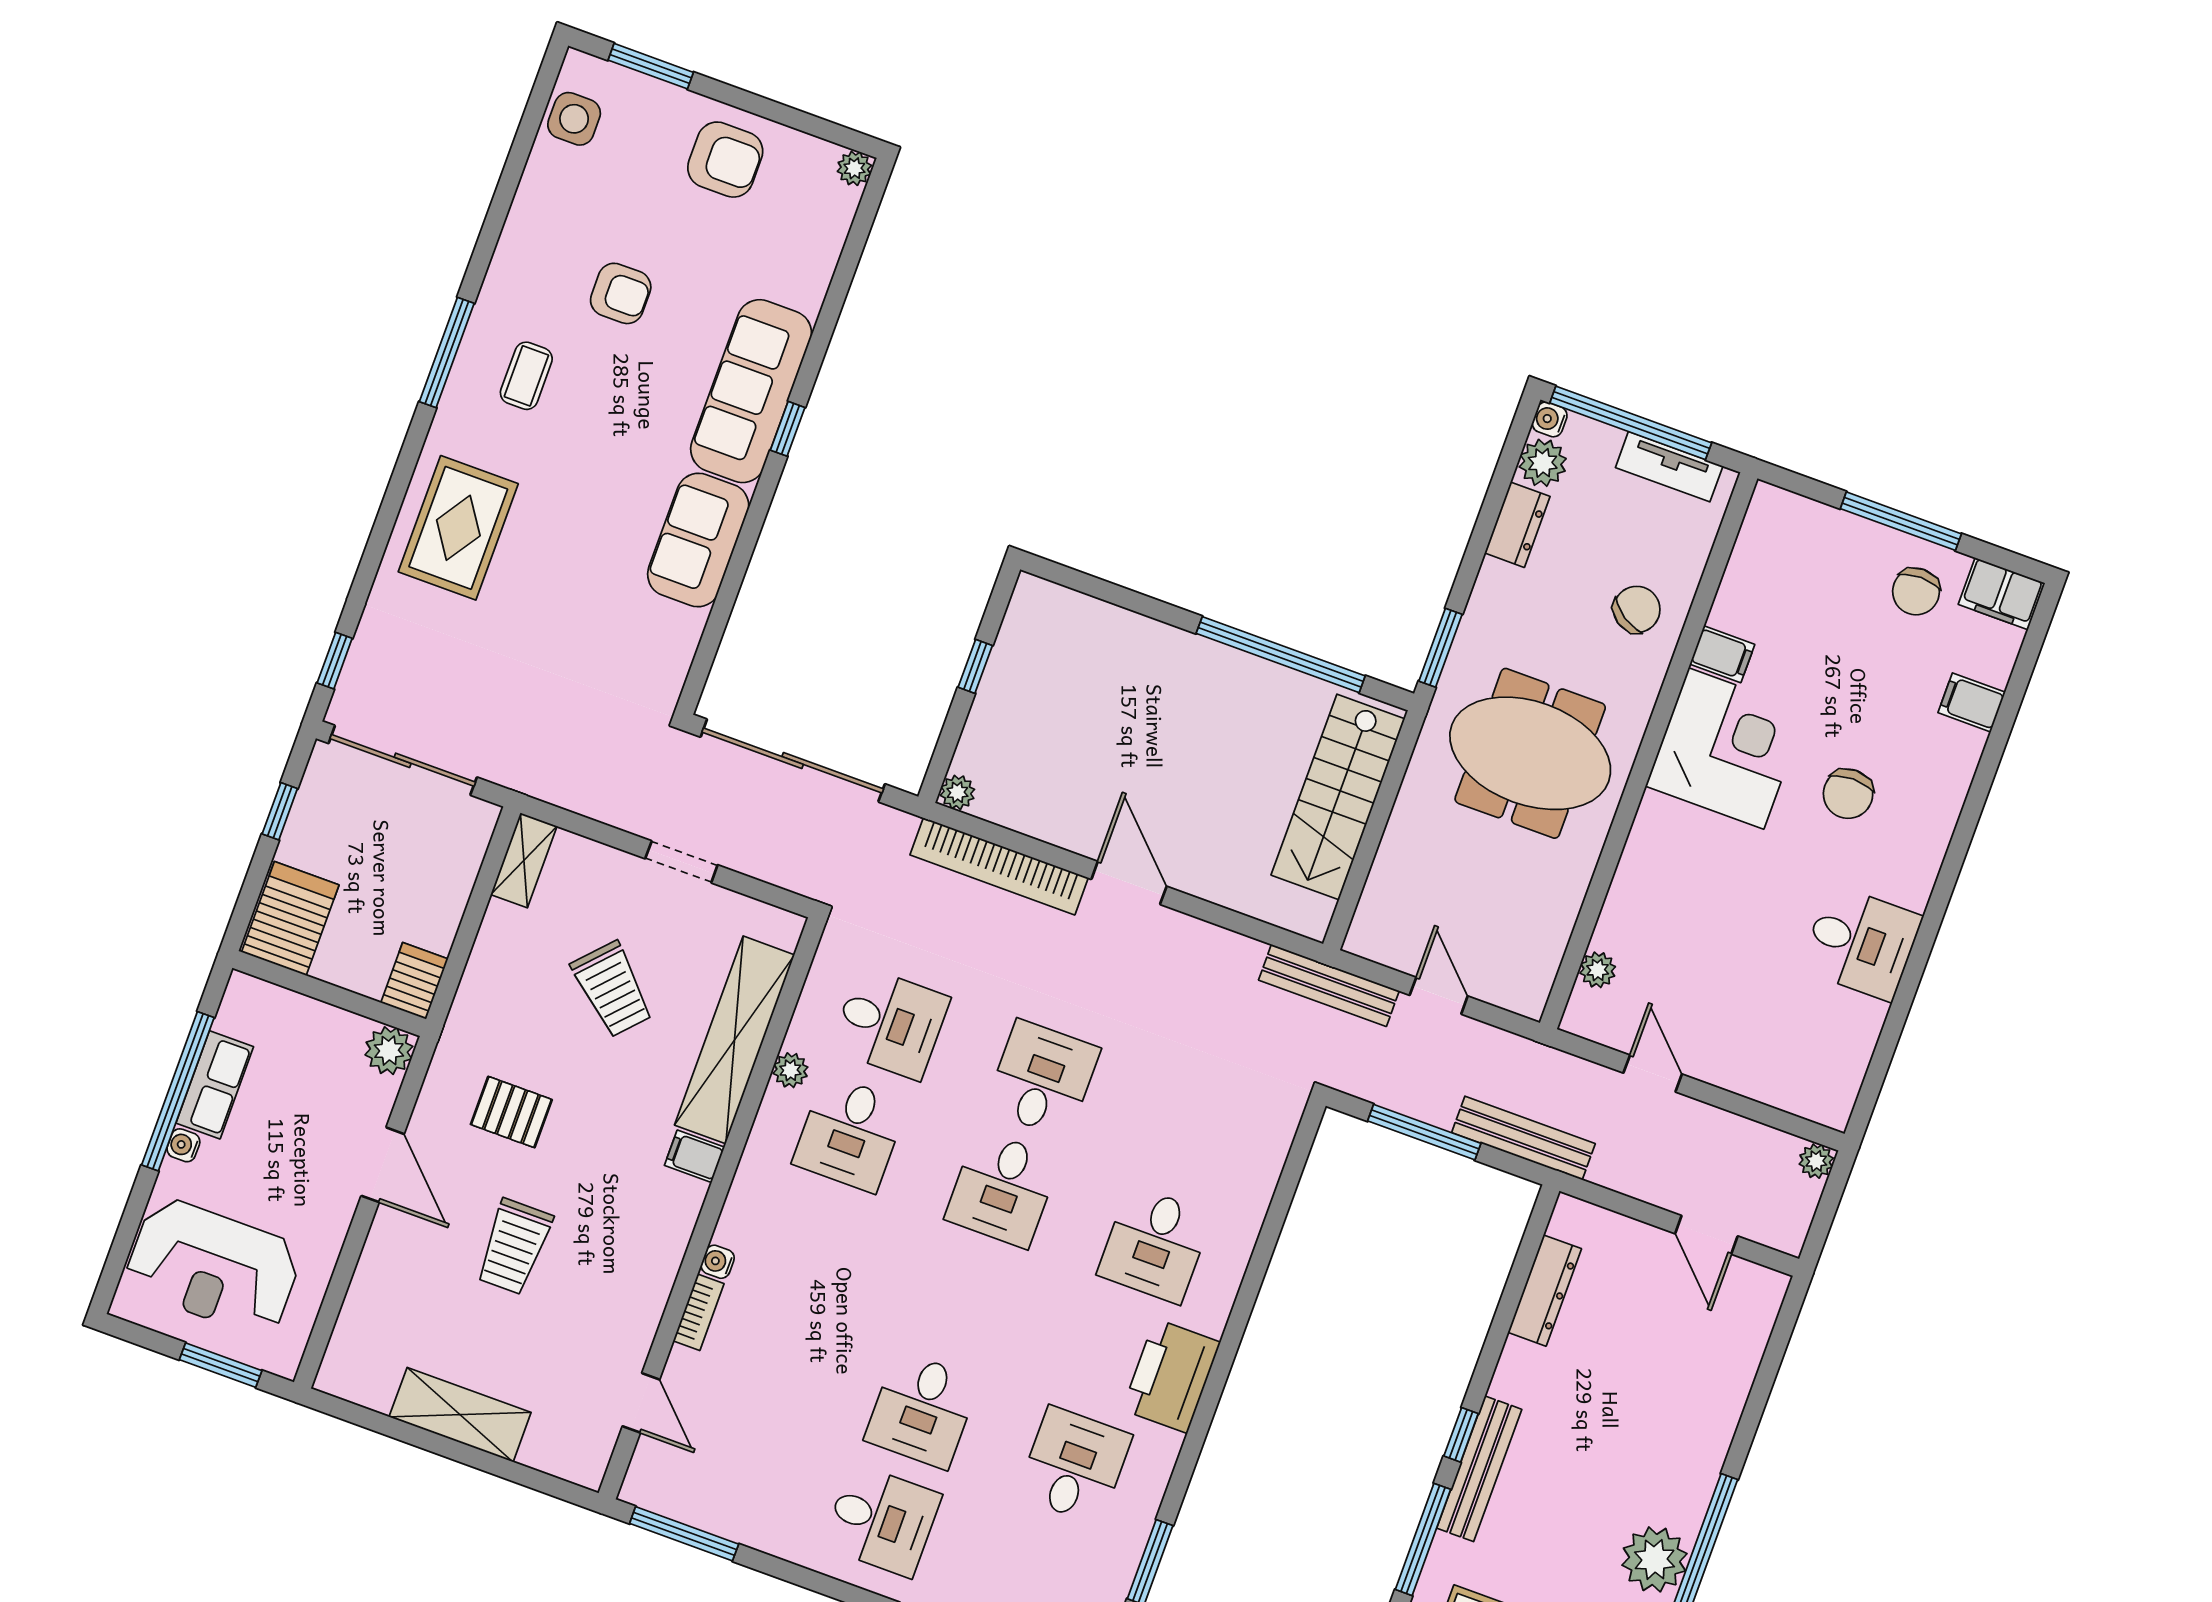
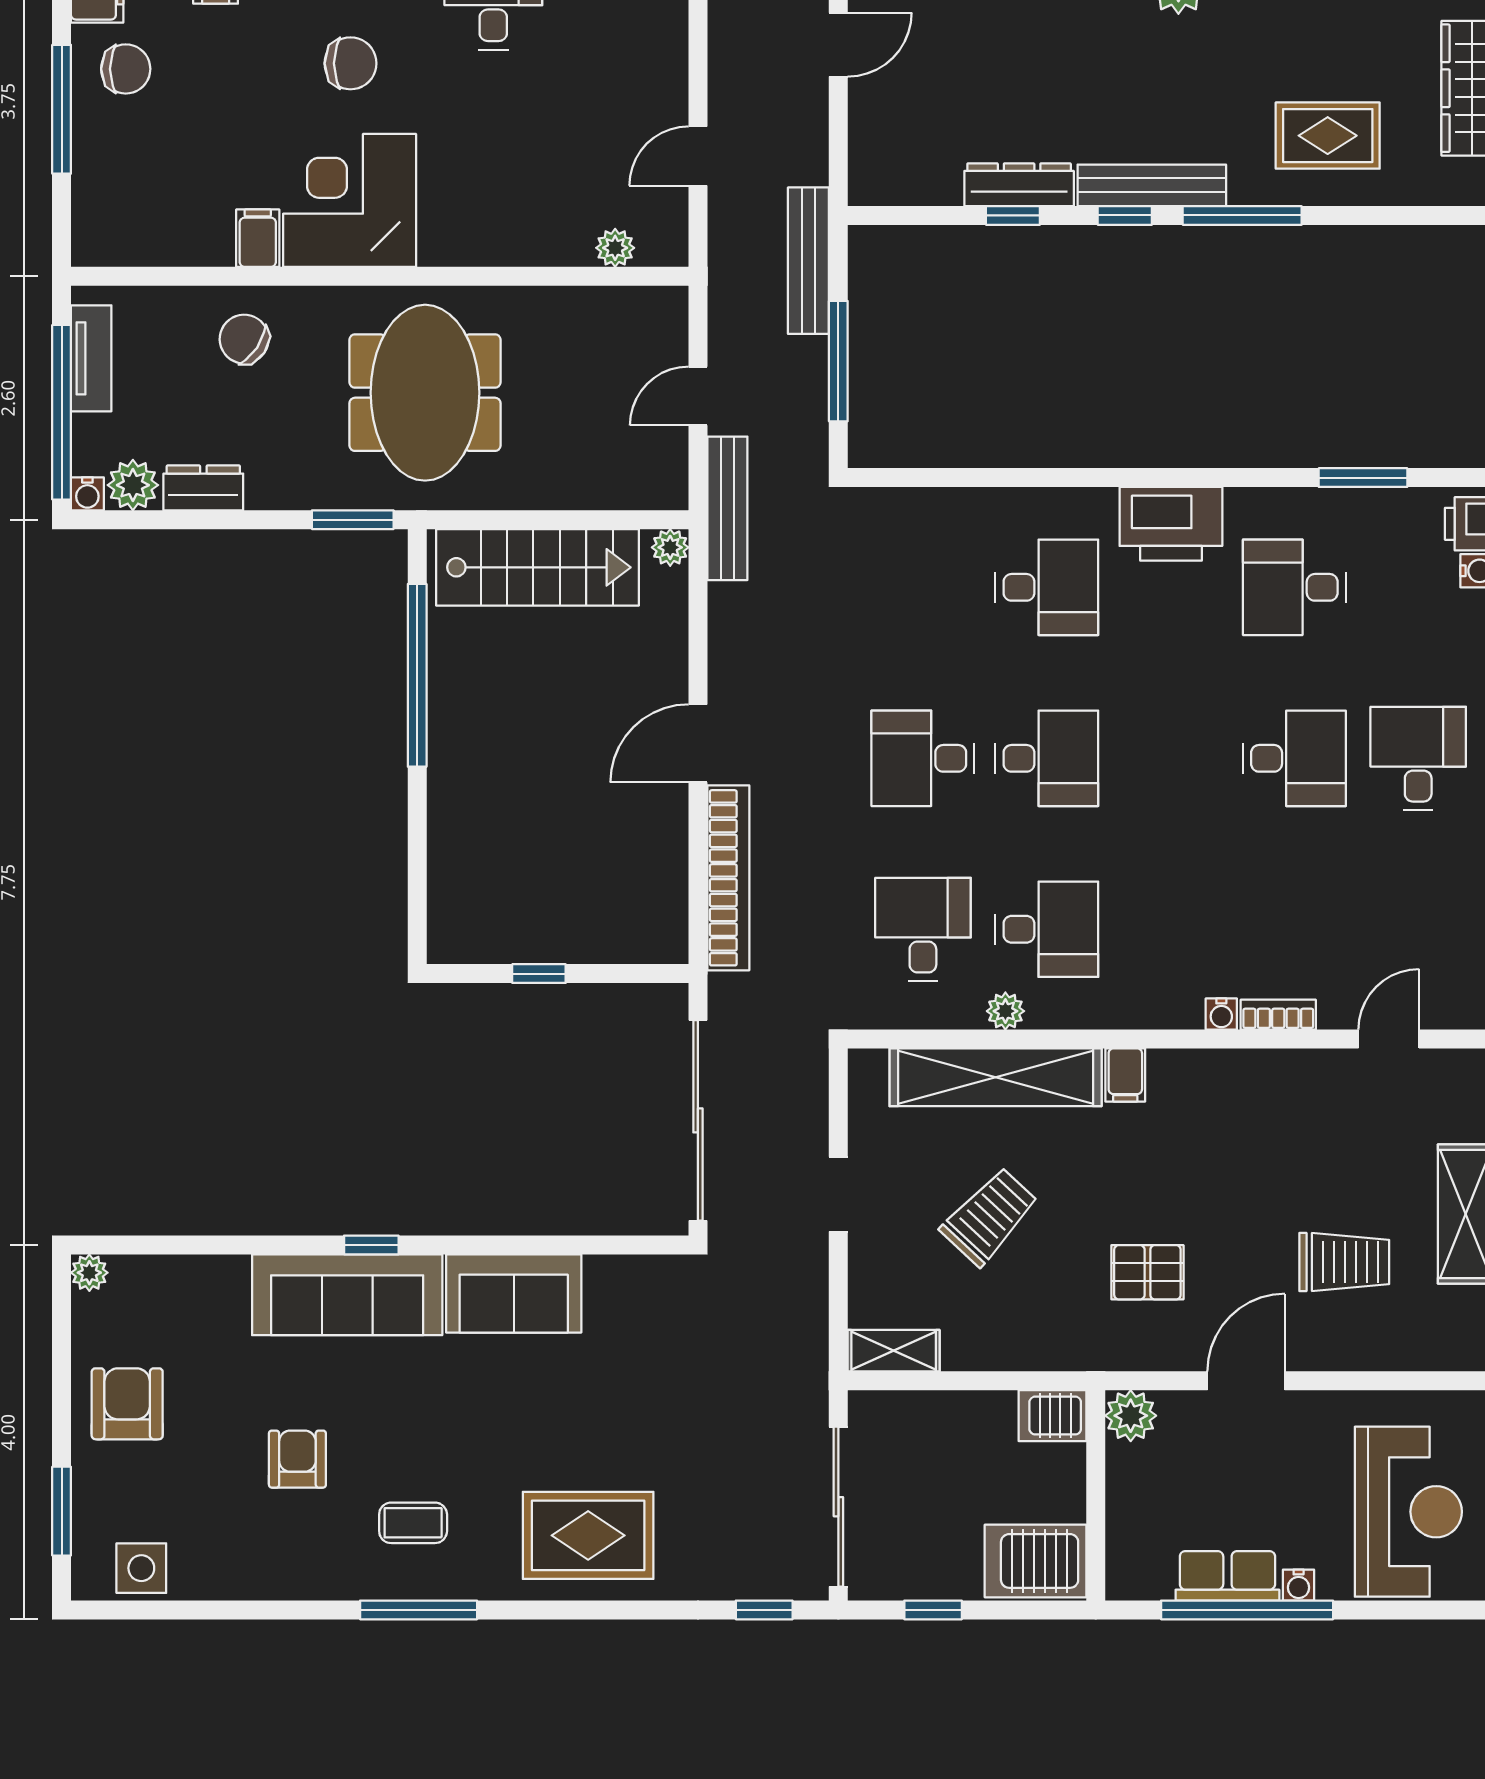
plant: (957, 792) -> (670, 547), moved
pallet: (511, 1112) -> (1147, 1272), turned 90
trolley: (514, 1247) -> (1344, 1262), moved
dresser: (1545, 1291) -> (1019, 185), moved
window: (1497, 1335) -> (1013, 215), added

